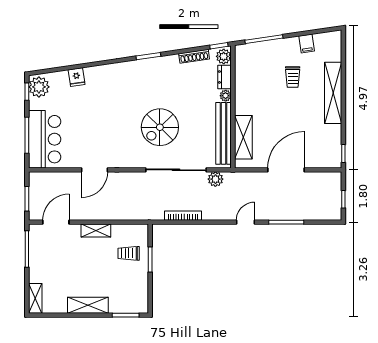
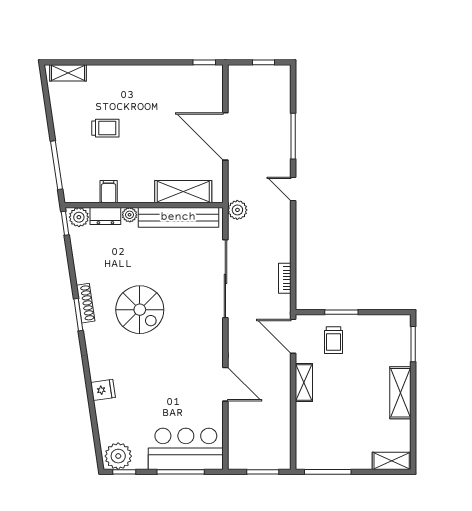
filing cabinet: (307, 44) -> (109, 192), moved, turned -82
shoe rack: (194, 56) -> (86, 303), moved
fridge: (77, 77) -> (103, 390), moved
shelving: (333, 93) -> (68, 73), moved, width x0.45, depth x0.75
spiral stairs: (160, 127) -> (140, 310), moved
plant: (215, 179) -> (237, 210), moved
bookcase: (183, 216) -> (285, 278), width x0.64
door: (56, 222) -> (293, 336), moved

